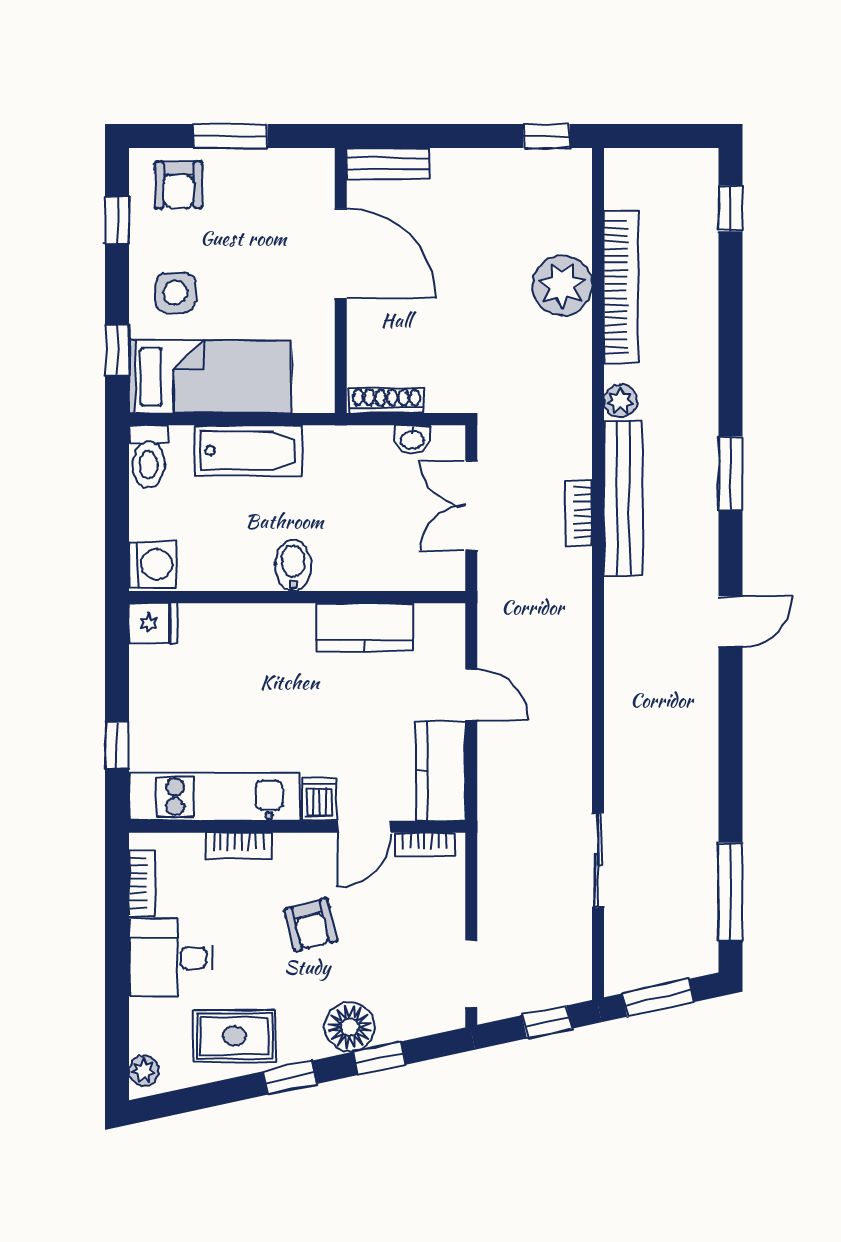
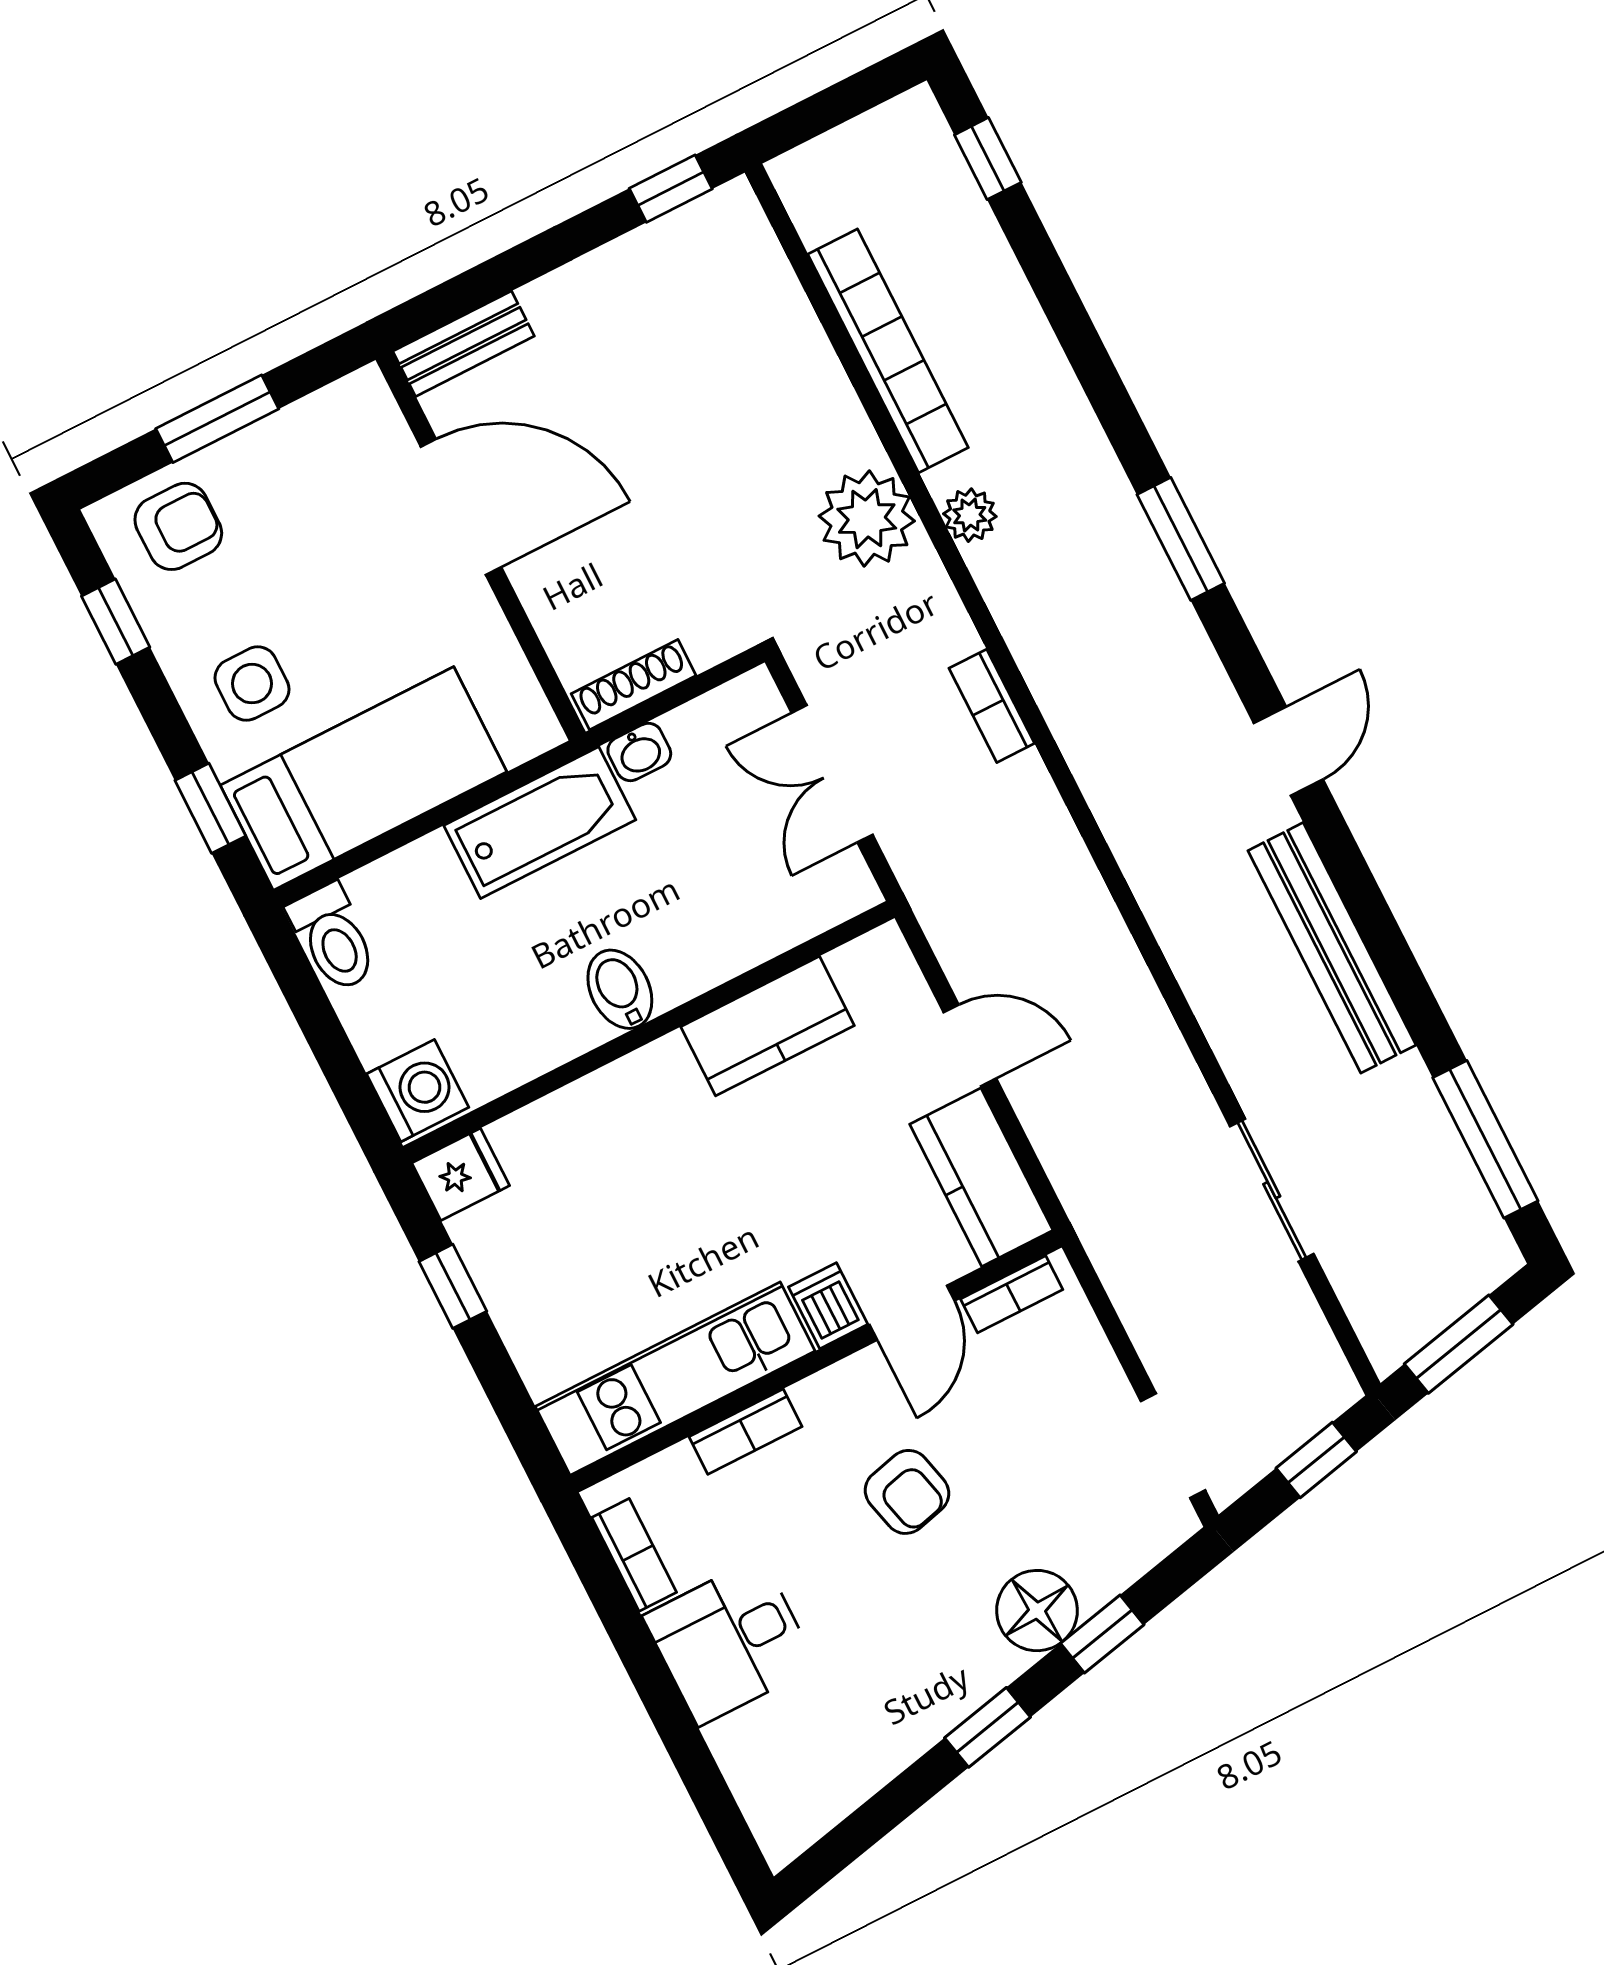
armchair: (179, 185) -> (178, 526), turned -90
plant: (562, 285) -> (867, 519), moved
washbasin: (412, 439) -> (639, 752), moved
bathtub: (249, 450) -> (540, 823), moved
bench: (623, 498) -> (1332, 948), moved
window: (117, 745) -> (453, 1286), moved
rug: (235, 1036) -> (878, 1707), removed
plant: (144, 1071) -> (774, 1823), removed

